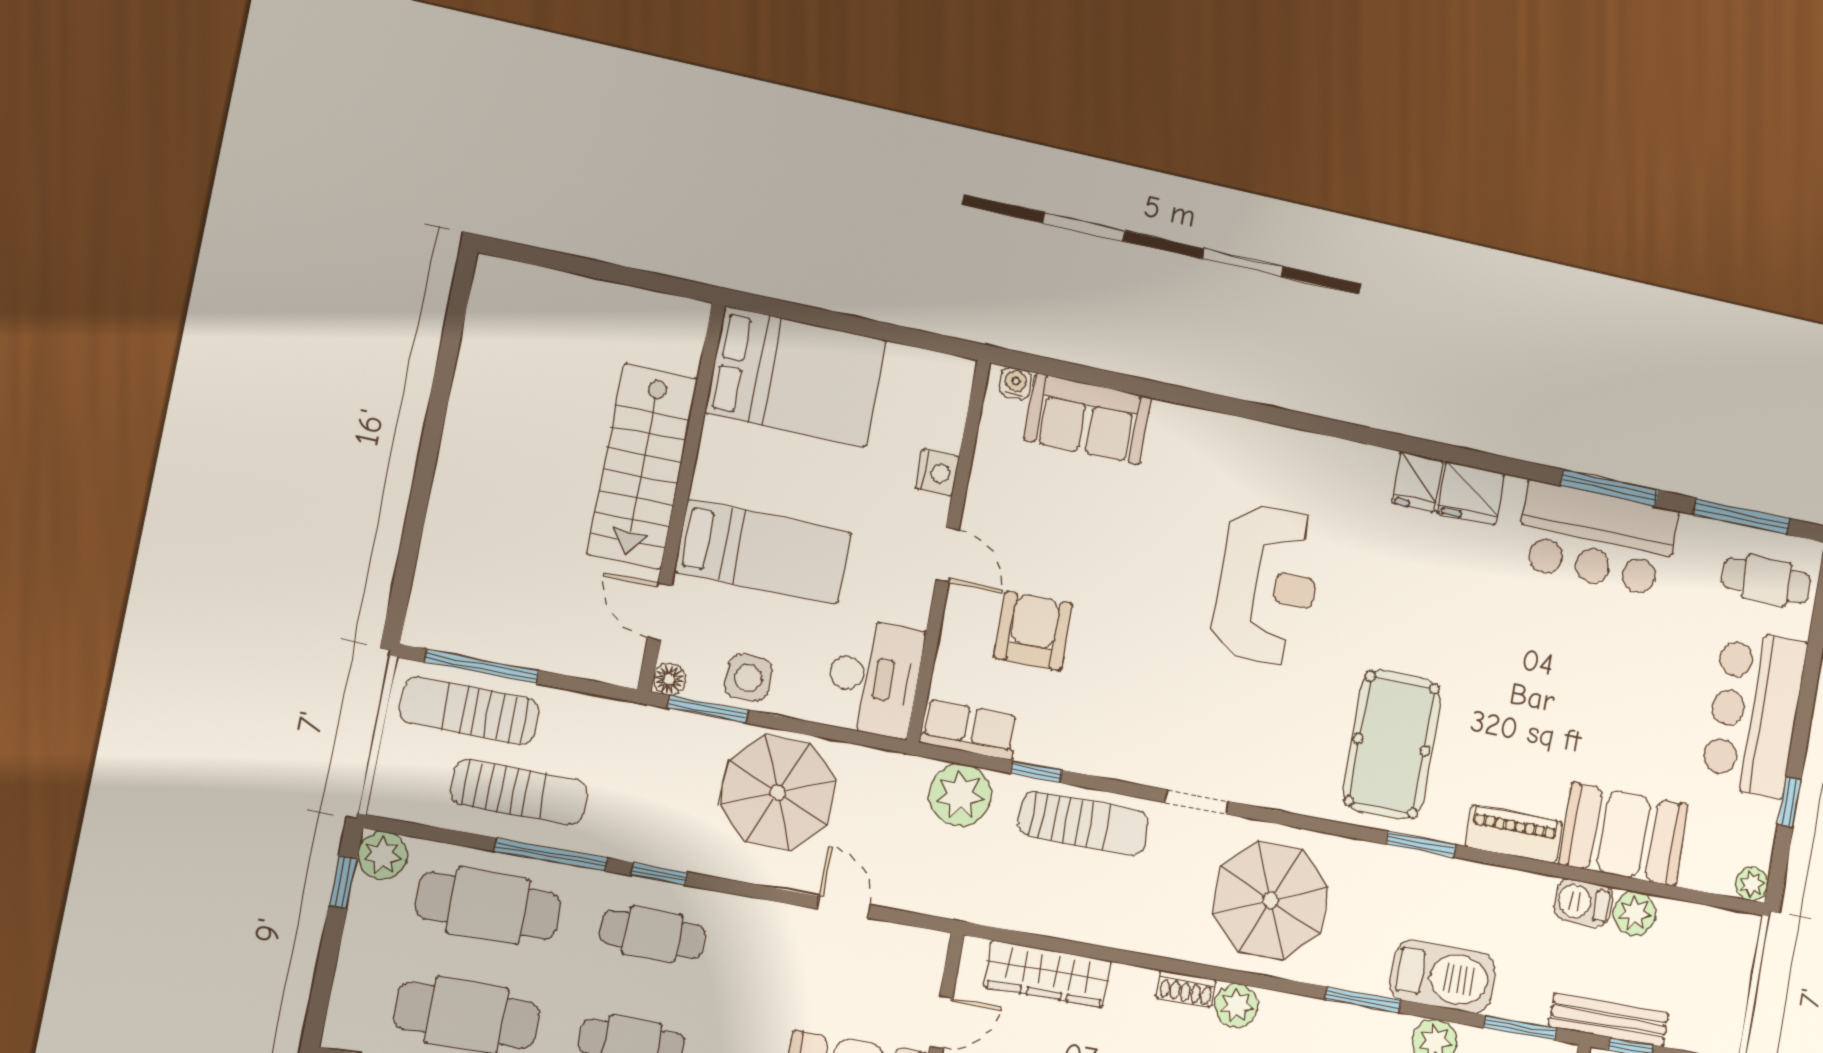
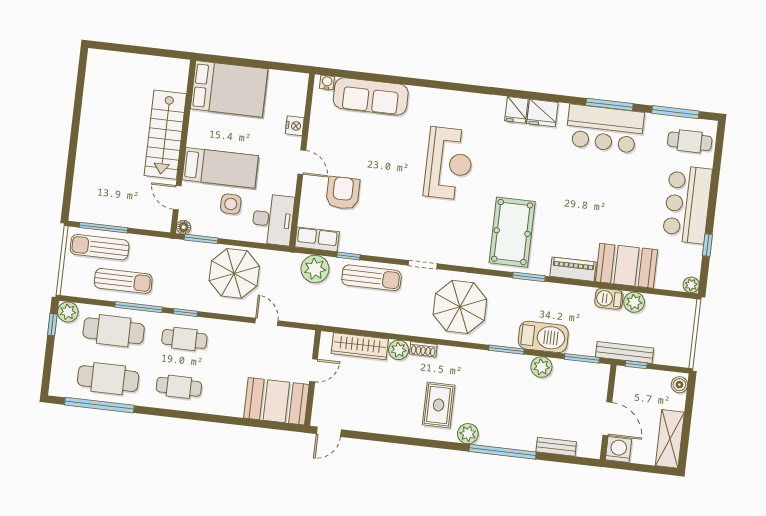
sofa: (1088, 419) -> (371, 96), width x1.36
side table: (748, 678) -> (231, 204), moved
plant: (1237, 1006) -> (399, 350), moved

